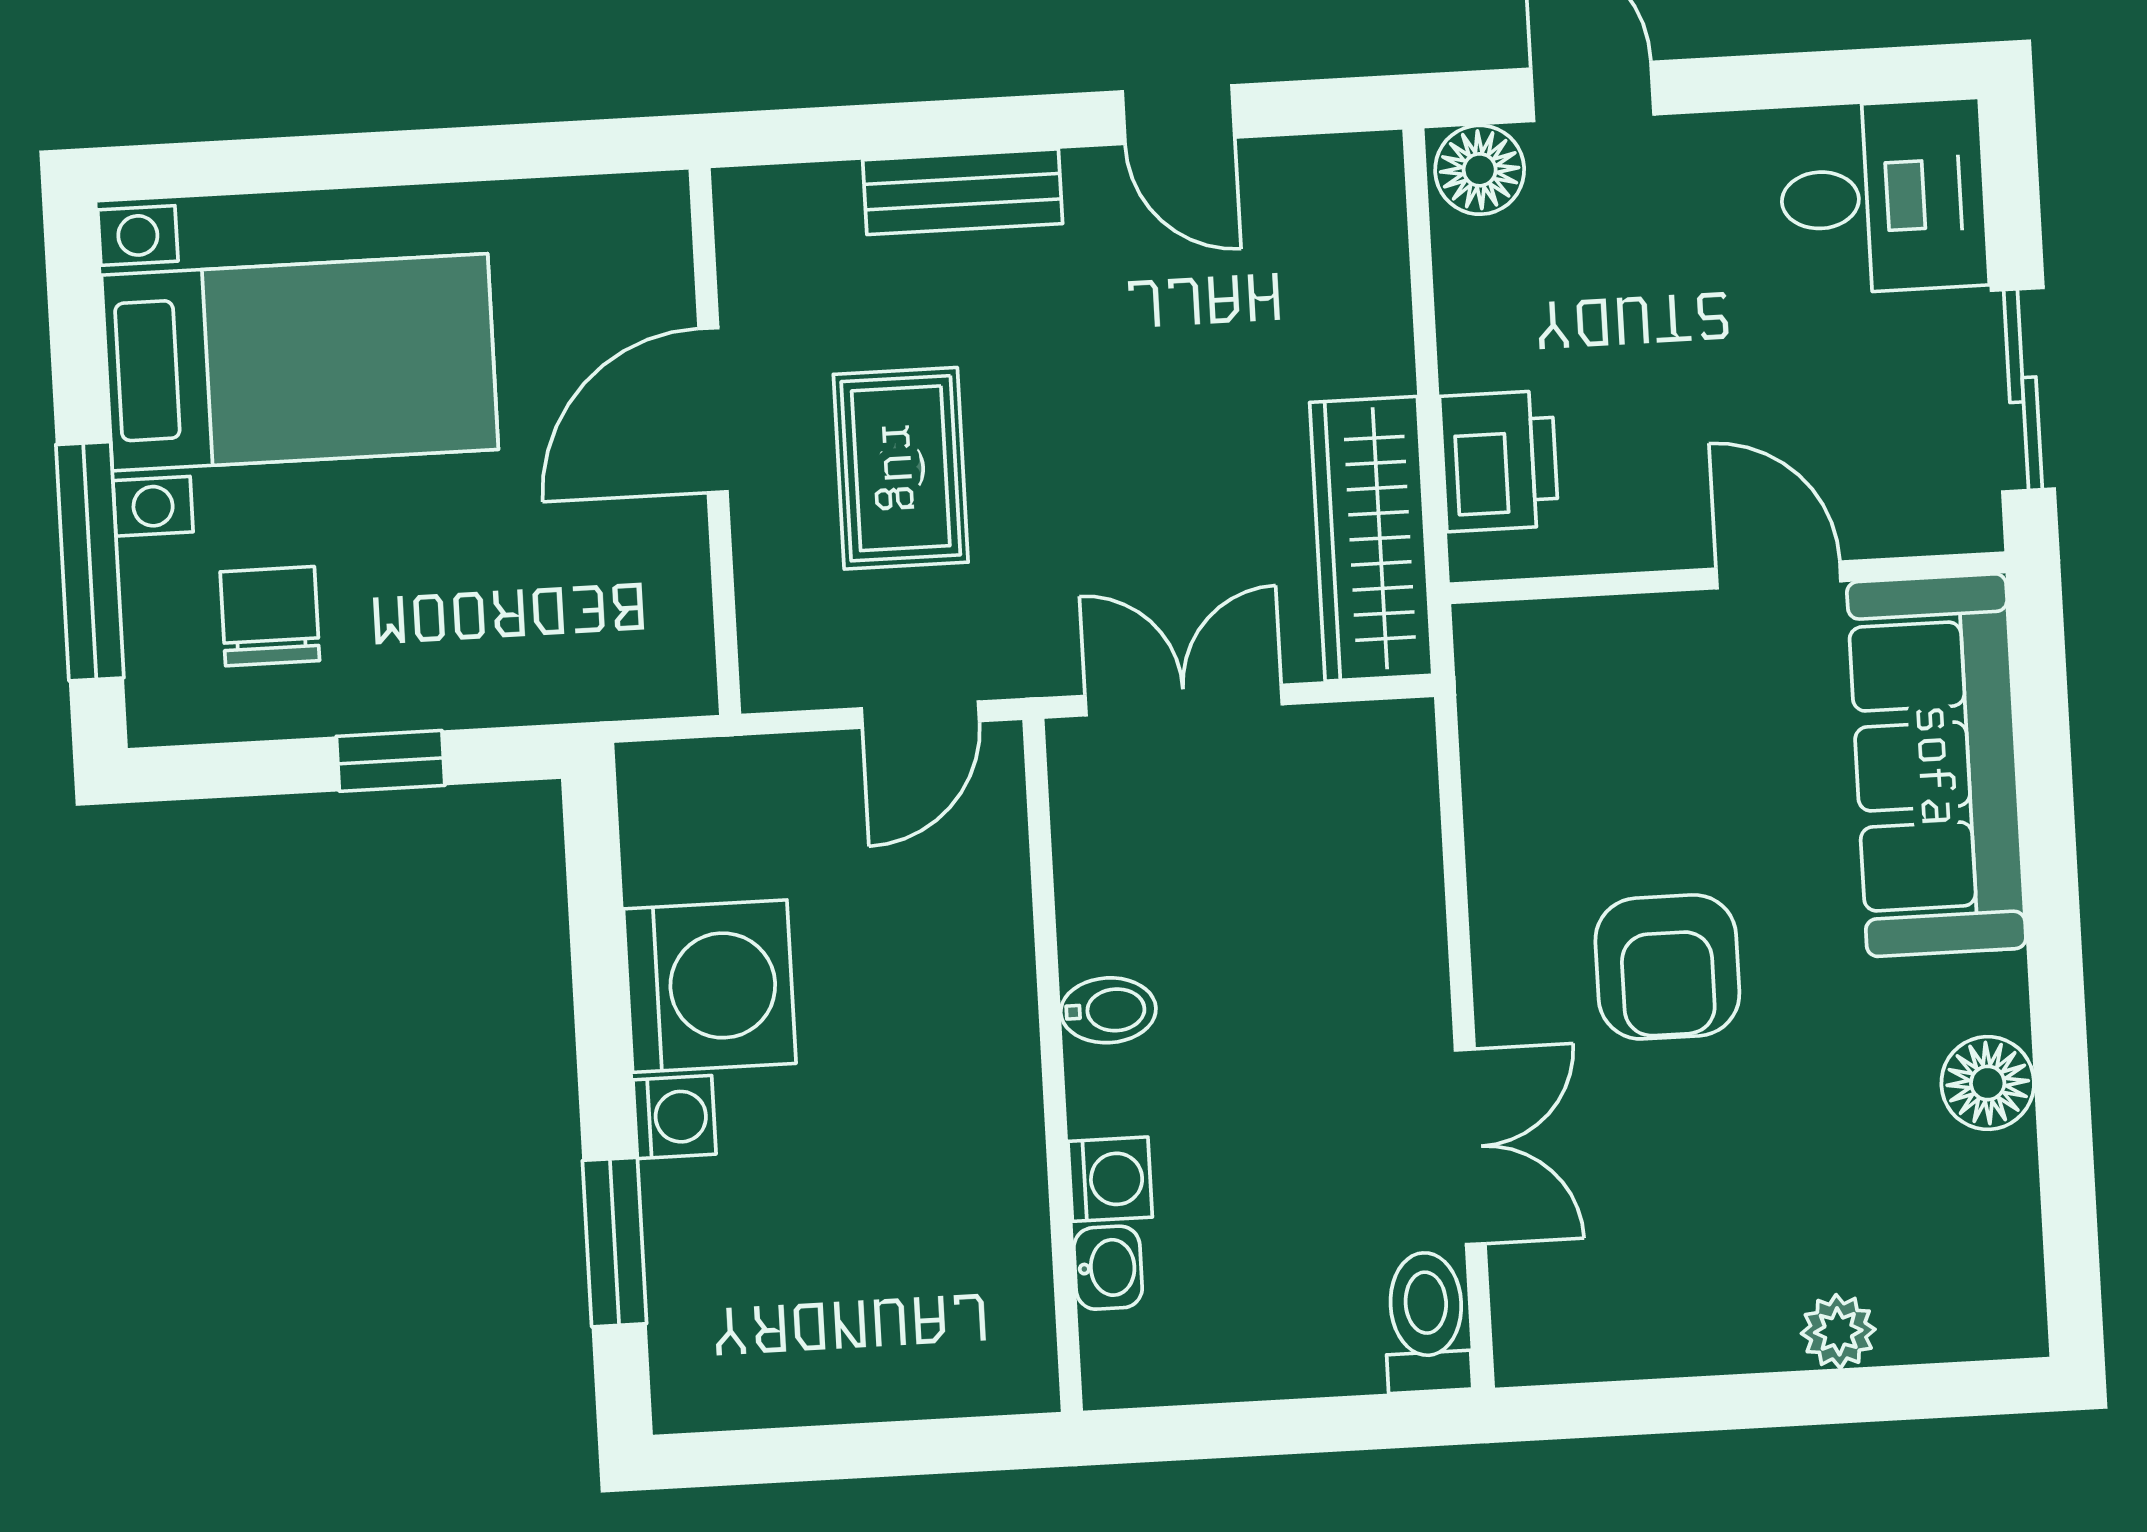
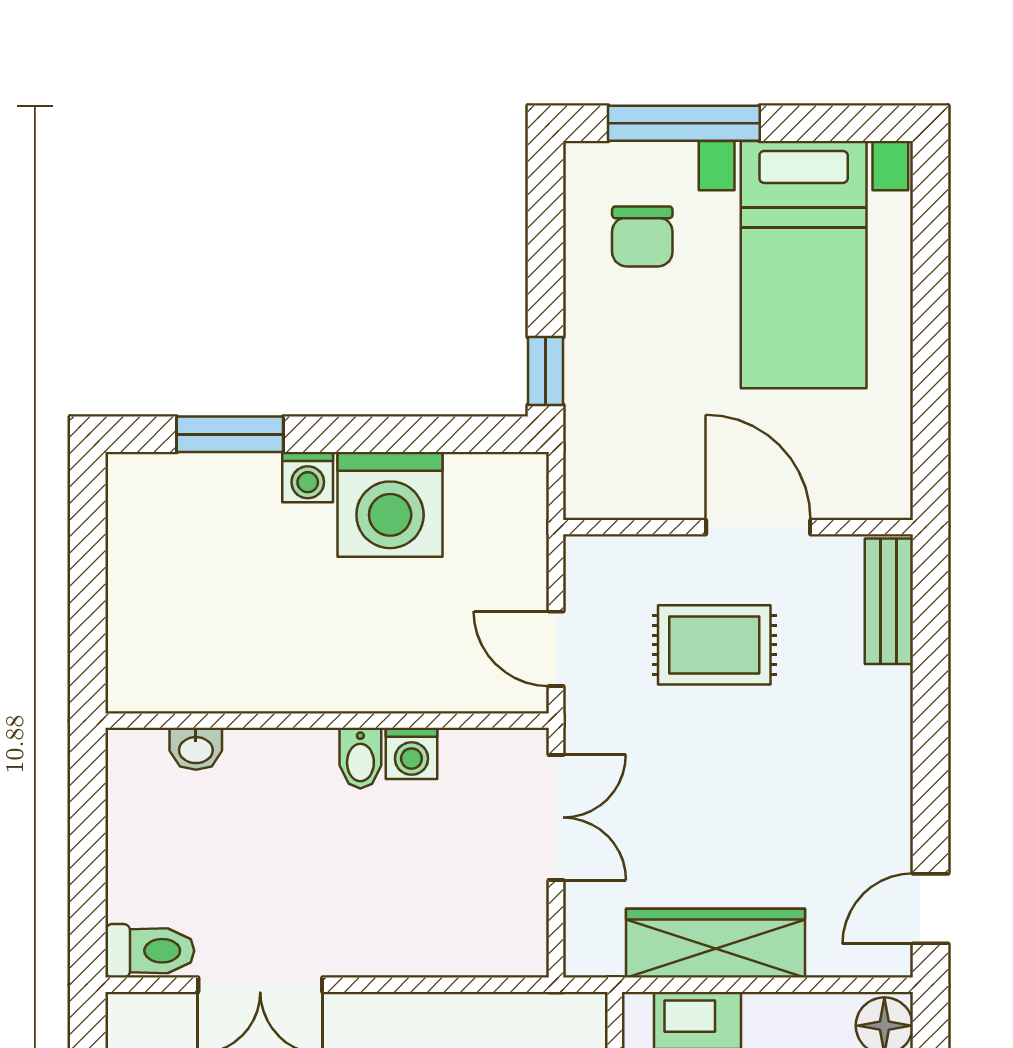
door: (1178, 115) -> (930, 909), moved
bench: (963, 192) -> (889, 601), moved
wardrobe: (1371, 539) -> (716, 943), moved
chair: (270, 616) -> (642, 236), turned 90
window: (391, 761) -> (545, 371), moved
washing machine: (1110, 1179) -> (411, 753), moved

